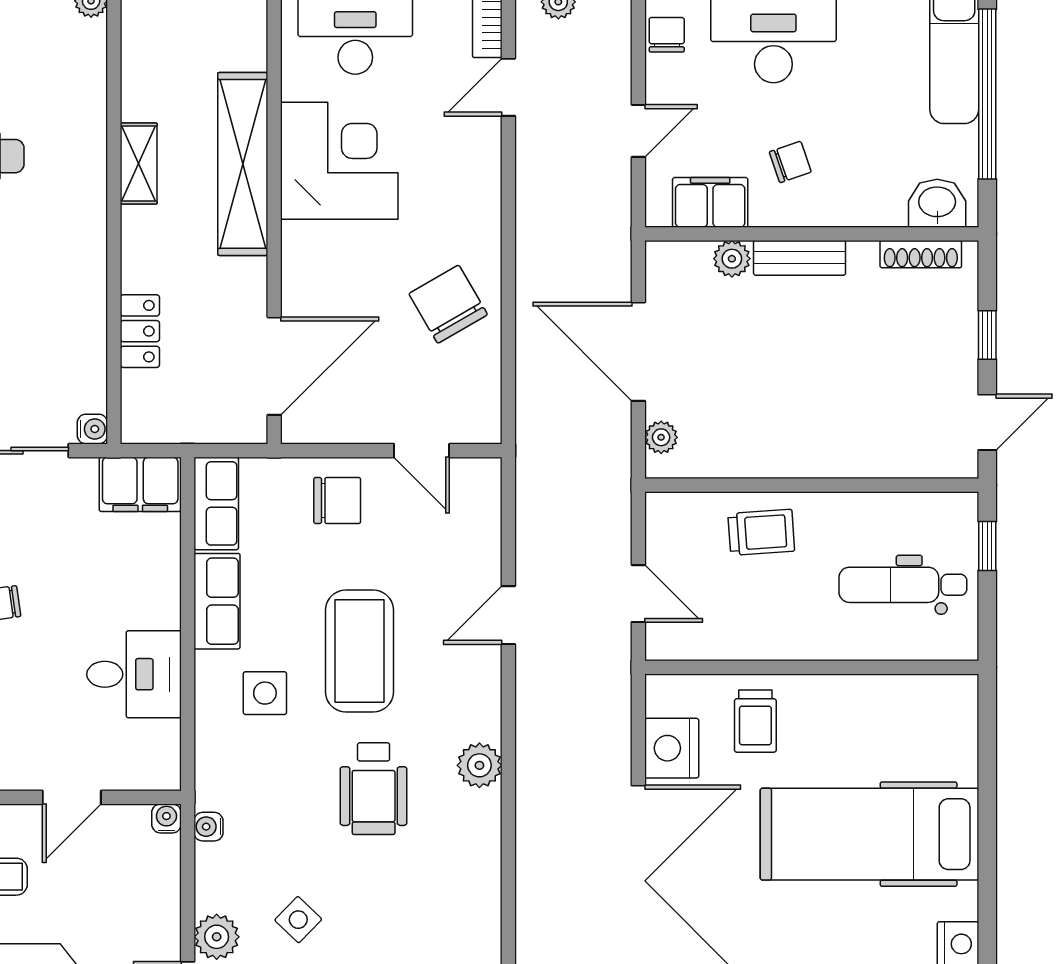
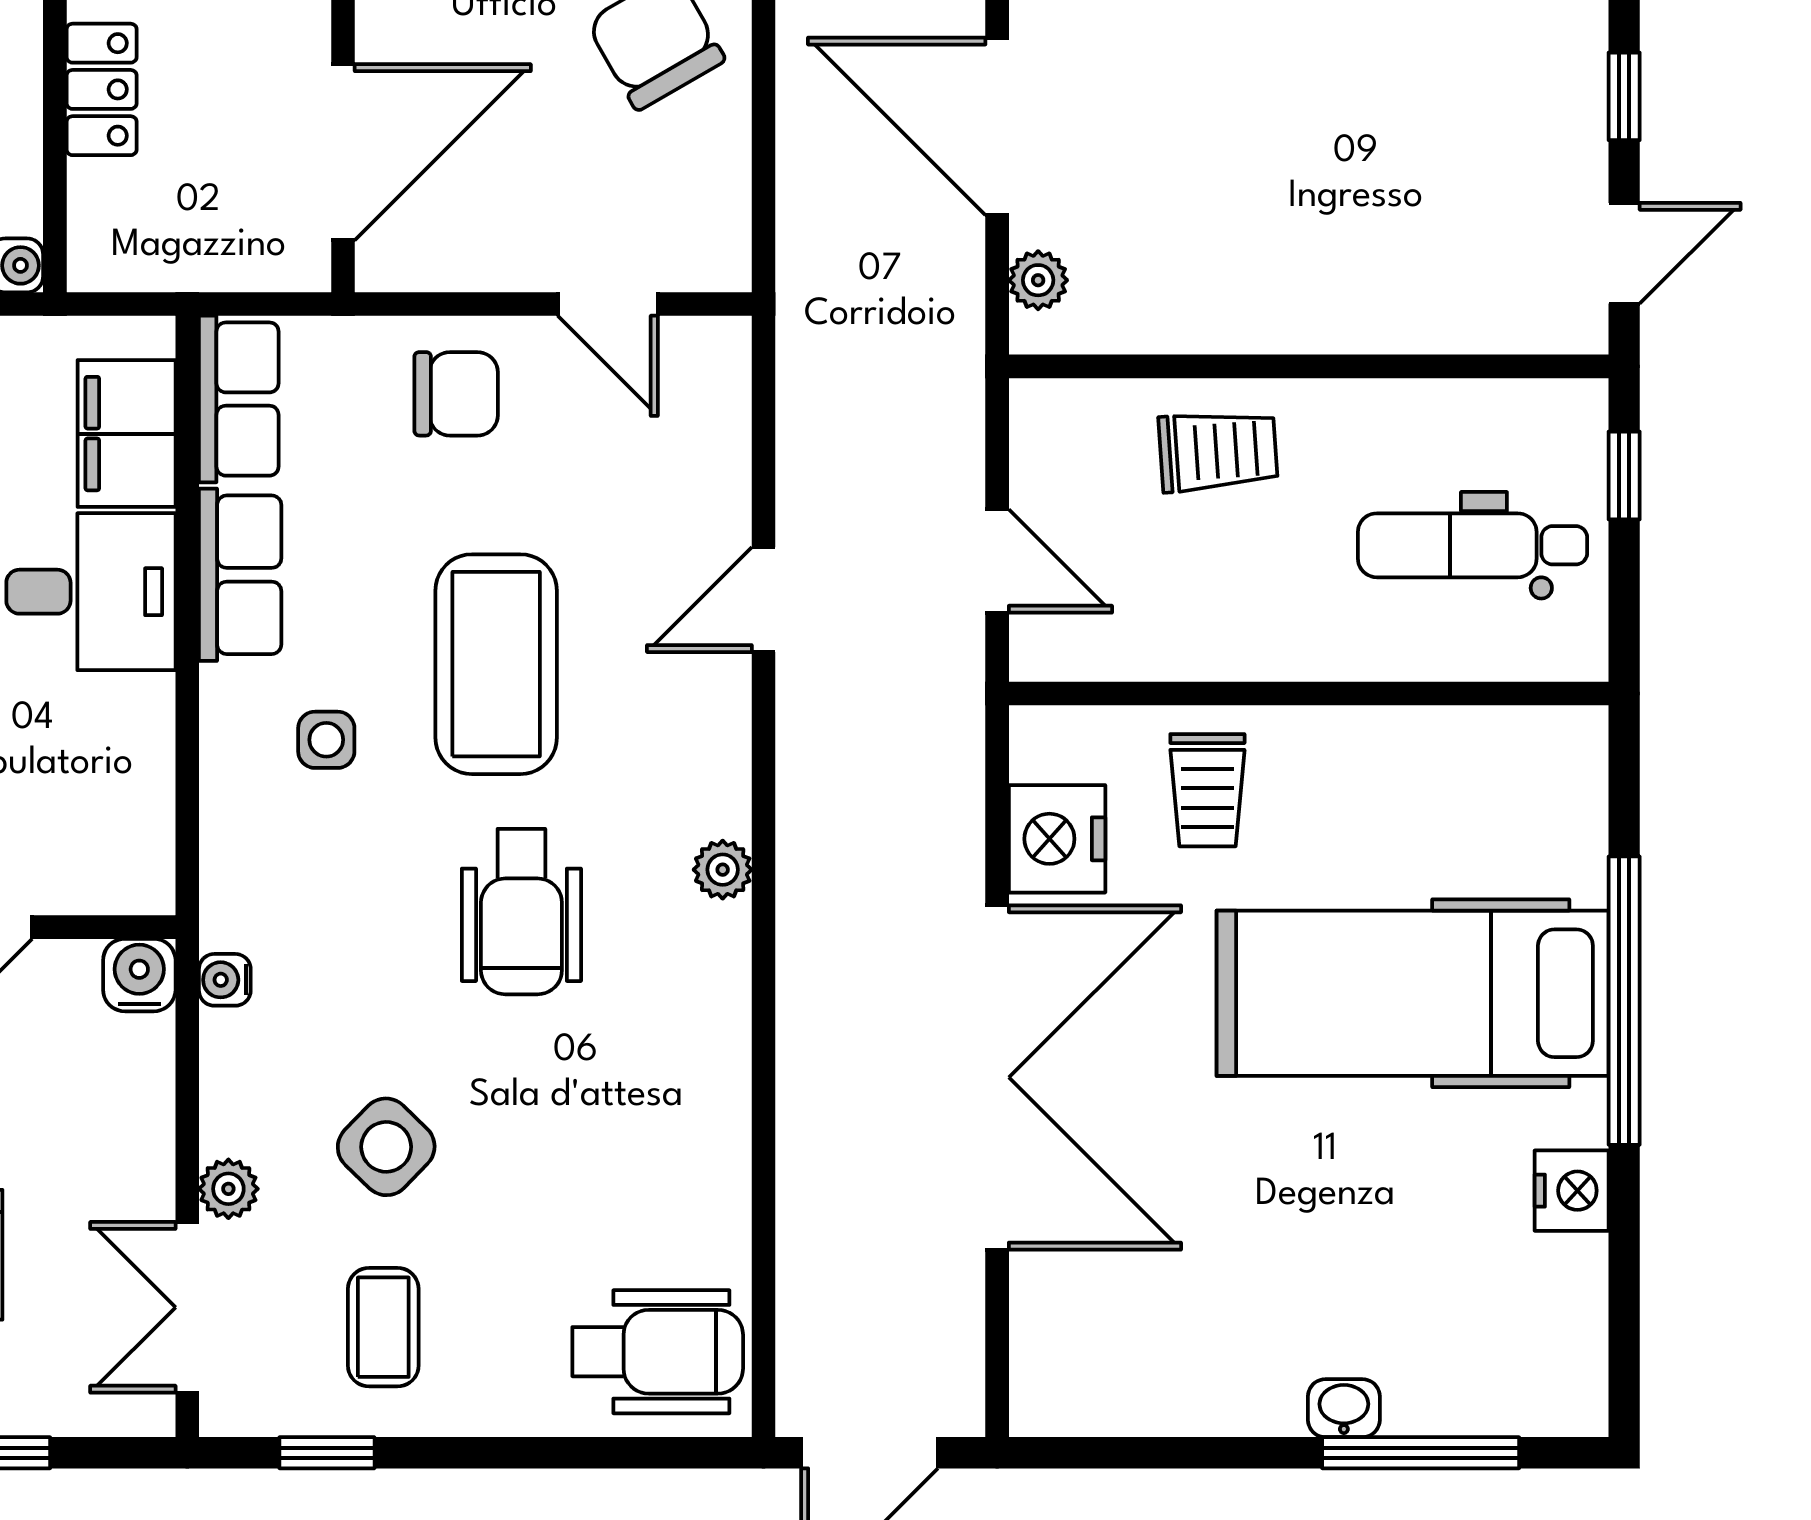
filing cabinet: (140, 484) -> (127, 434), moved, turned 90
desk: (134, 674) -> (91, 592), moved
side table: (265, 693) -> (326, 740), width x0.73, depth x0.73
plant: (479, 765) -> (723, 870), width x0.73, depth x0.73
water cooler: (166, 818) -> (139, 975), width x1.38, depth x1.38
window: (987, 838) -> (1624, 1001), added
side table: (298, 920) -> (386, 1147), width x1.37, depth x1.37
plant: (217, 937) -> (228, 1189), width x0.73, depth x0.73

